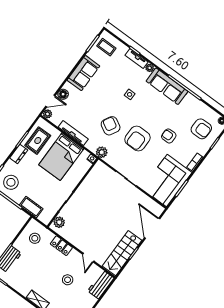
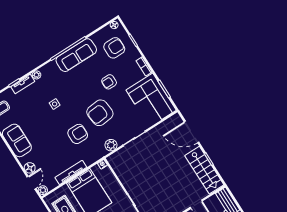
sofa: (167, 86) -> (76, 55), moved
armchair: (111, 126) -> (78, 134), turned 151
armchair: (137, 138) -> (100, 113), turned 84
plant: (102, 152) -> (111, 145), moved

